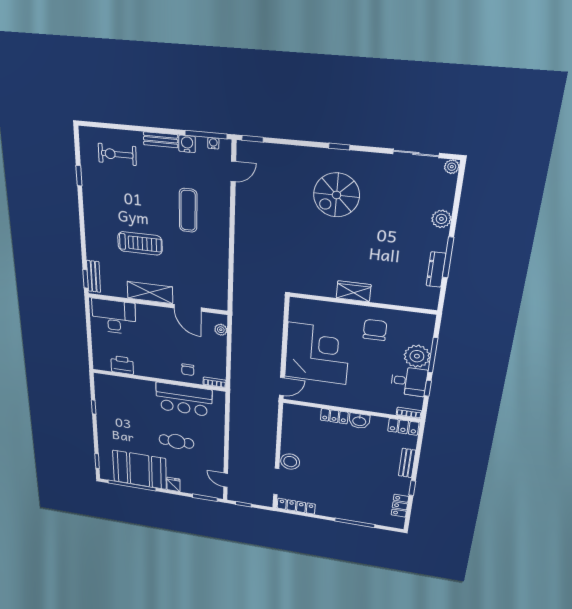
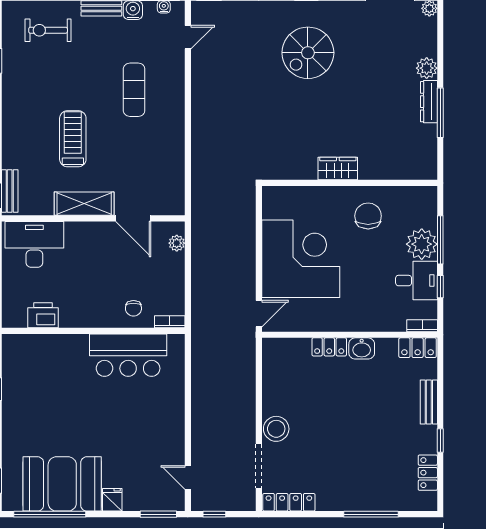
treadmill: (140, 243) -> (73, 139), turned -90
dresser: (436, 270) -> (429, 102), moved
cafe table: (176, 441) -> (117, 425), removed

